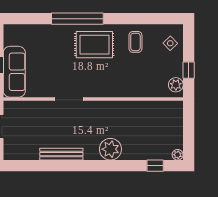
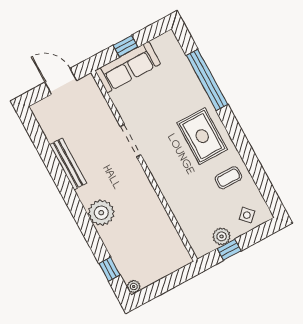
window: (77, 19) -> (207, 80), moved
plant: (176, 85) -> (222, 236), moved

